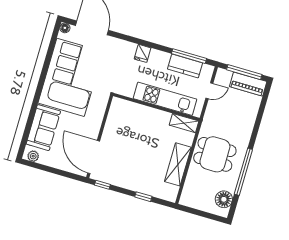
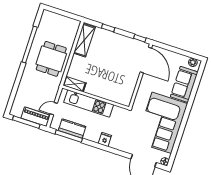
piano: (248, 84) -> (36, 117), moved
dining table: (215, 154) -> (51, 59), turned 90
shelving: (178, 164) -> (84, 40), moved
floor lamp: (224, 199) -> (46, 24), removed

